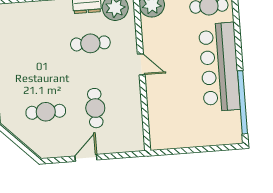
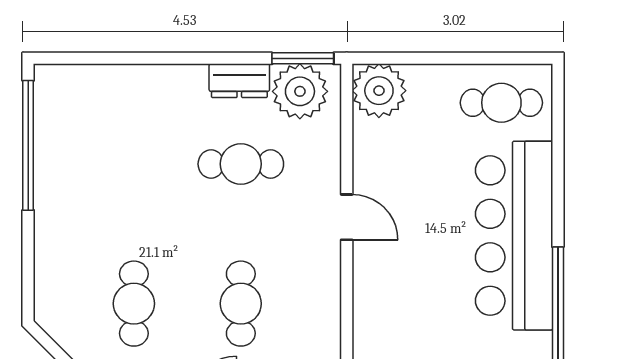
cafe table: (46, 112) -> (134, 304), turned 90

